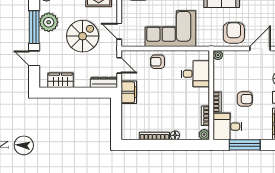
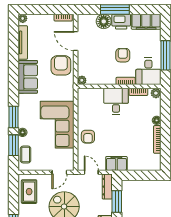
armchair: (234, 33) -> (61, 65), turned 90
door: (119, 65) -> (91, 172), hinge flipped
desk: (195, 74) -> (116, 101), moved
window: (88, 93) -> (117, 201), added

